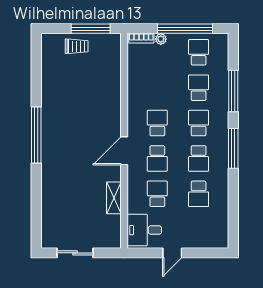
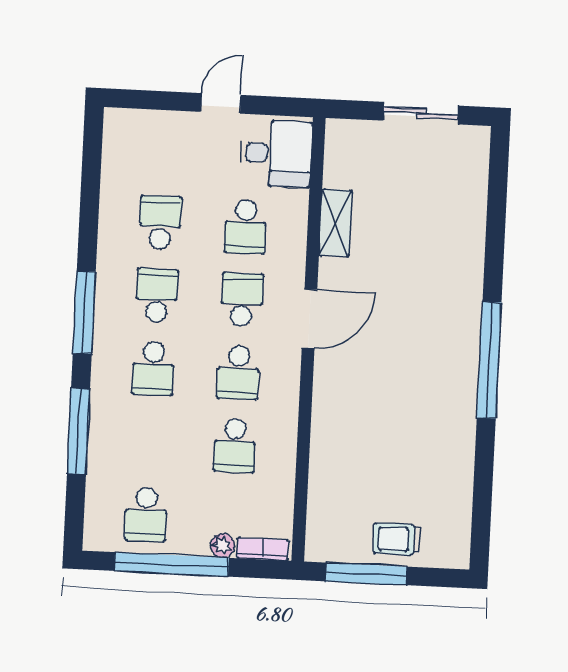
school desk: (199, 88) -> (235, 445), moved

